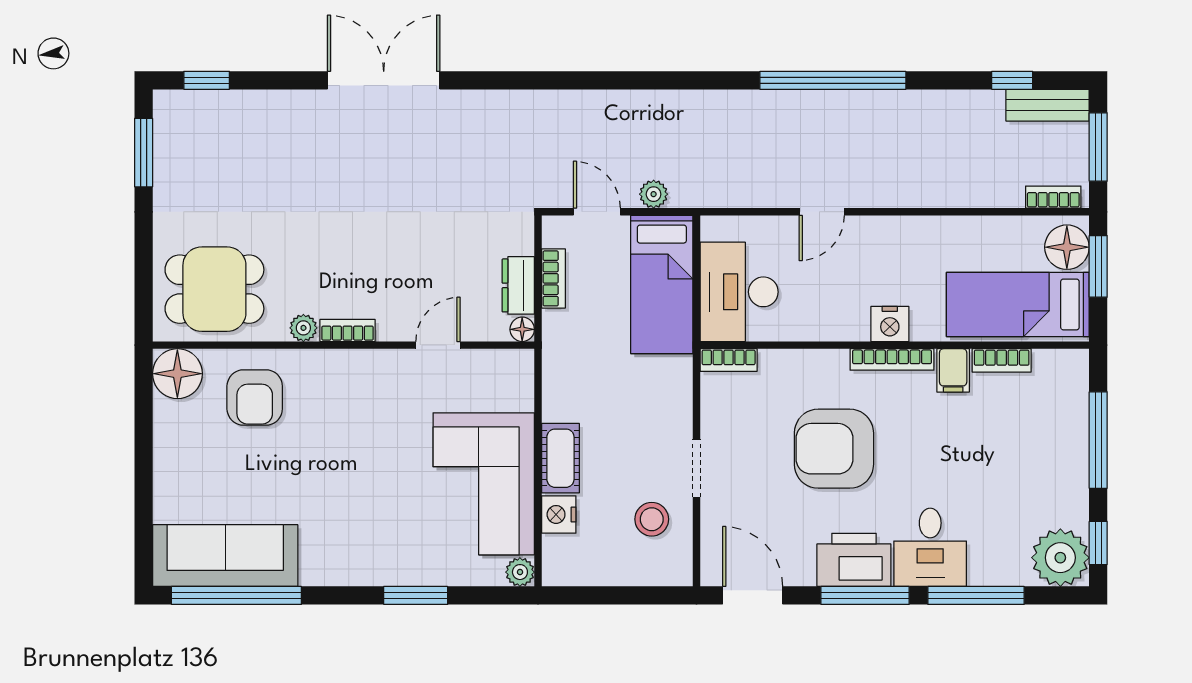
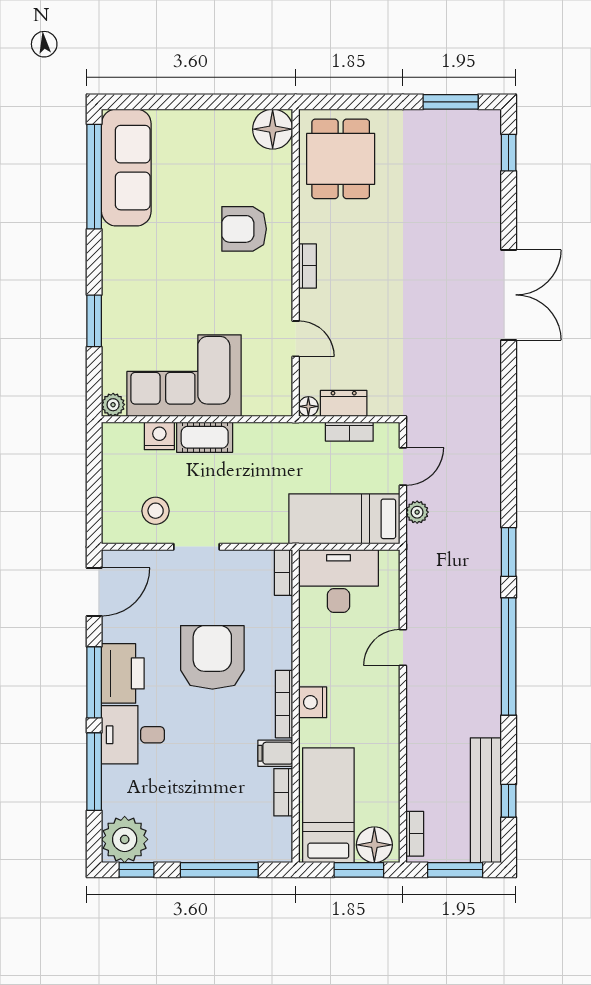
window: (703, 80) -> (509, 552), added
bench: (1048, 105) -> (486, 800), width x1.86, depth x1.21
door: (822, 212) -> (403, 647), hinge flipped
plant: (303, 328) -> (309, 230), removed
armchair: (255, 398) -> (244, 229), moved

